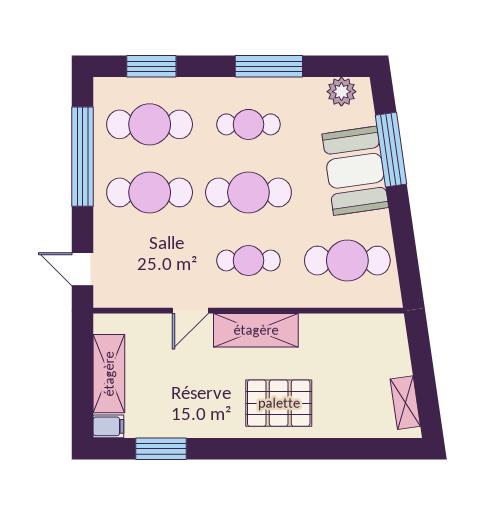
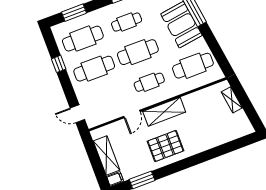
window: (83, 157) -> (59, 64), width x0.32
pallet: (279, 403) -> (165, 146), moved
shelving: (405, 403) -> (232, 100), moved

